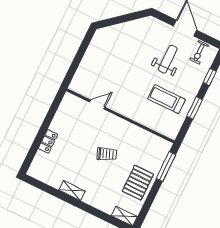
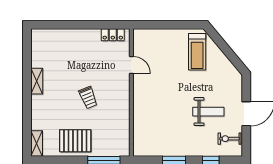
treadmill: (166, 99) -> (197, 52), moved, turned 180
locker: (48, 141) -> (113, 35), moved

